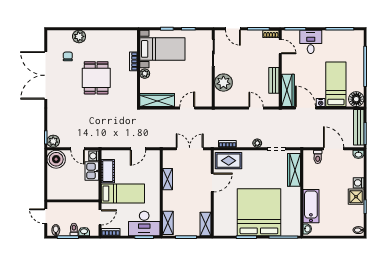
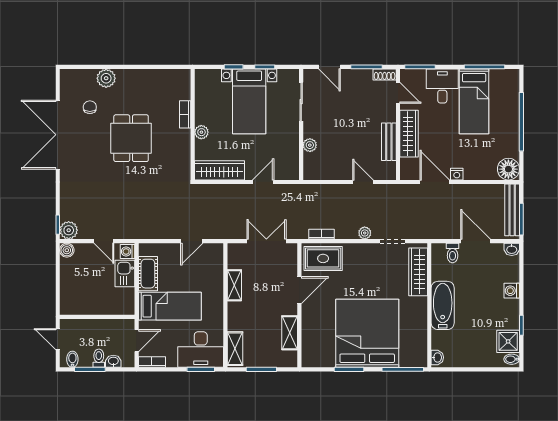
bed with nightstands: (162, 49) -> (249, 101), moved, turned 90
plant: (223, 83) -> (310, 145), width x0.53, depth x0.53
bed: (336, 84) -> (474, 101), moved, turned 180
wardrobe: (288, 90) -> (409, 134), moved
boiler: (56, 159) -> (67, 250), width x0.54, depth x0.54
shower: (356, 197) -> (508, 341), moved
bathtub: (311, 206) -> (443, 305), moved
shelving: (206, 224) -> (290, 333), moved

